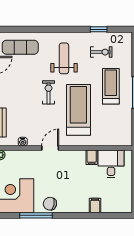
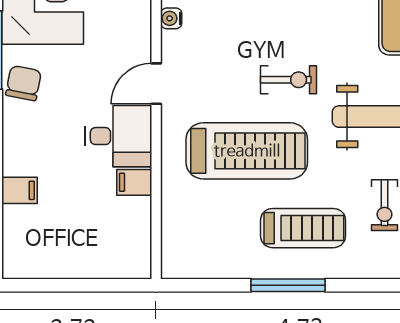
door: (50, 148) -> (156, 84), swing flipped
desk: (111, 164) -> (118, 136), moved

